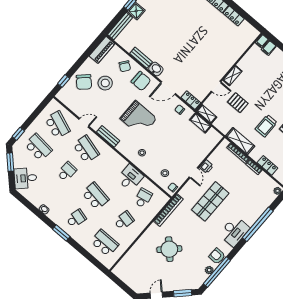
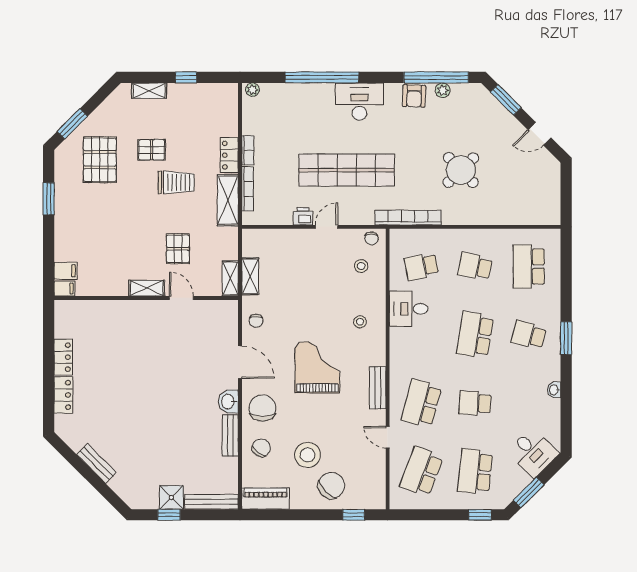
locker: (191, 100) -> (230, 317), removed
locker: (267, 165) -> (229, 155), moved
shop shelf: (210, 201) -> (347, 170), width x1.40

